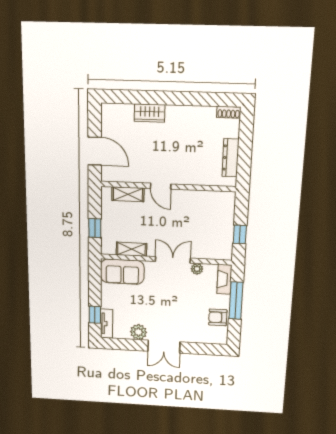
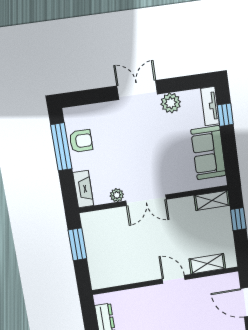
window: (240, 234) -> (77, 244), width x1.50
shelving: (131, 249) -> (212, 200), moved
sofa: (122, 272) -> (208, 153), moved, turned -90
window: (236, 301) -> (61, 147), moved

